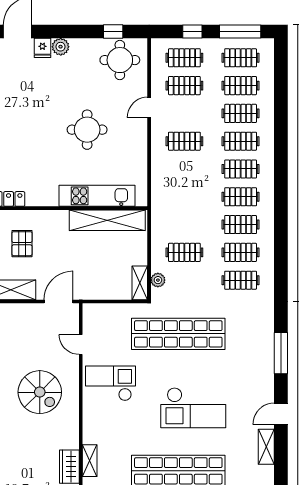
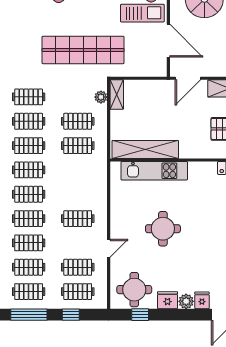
fridge: (82, 48) -> (168, 300), added
clothes rail: (184, 225) -> (78, 146), added
door: (81, 344) -> (168, 41), width x1.87

